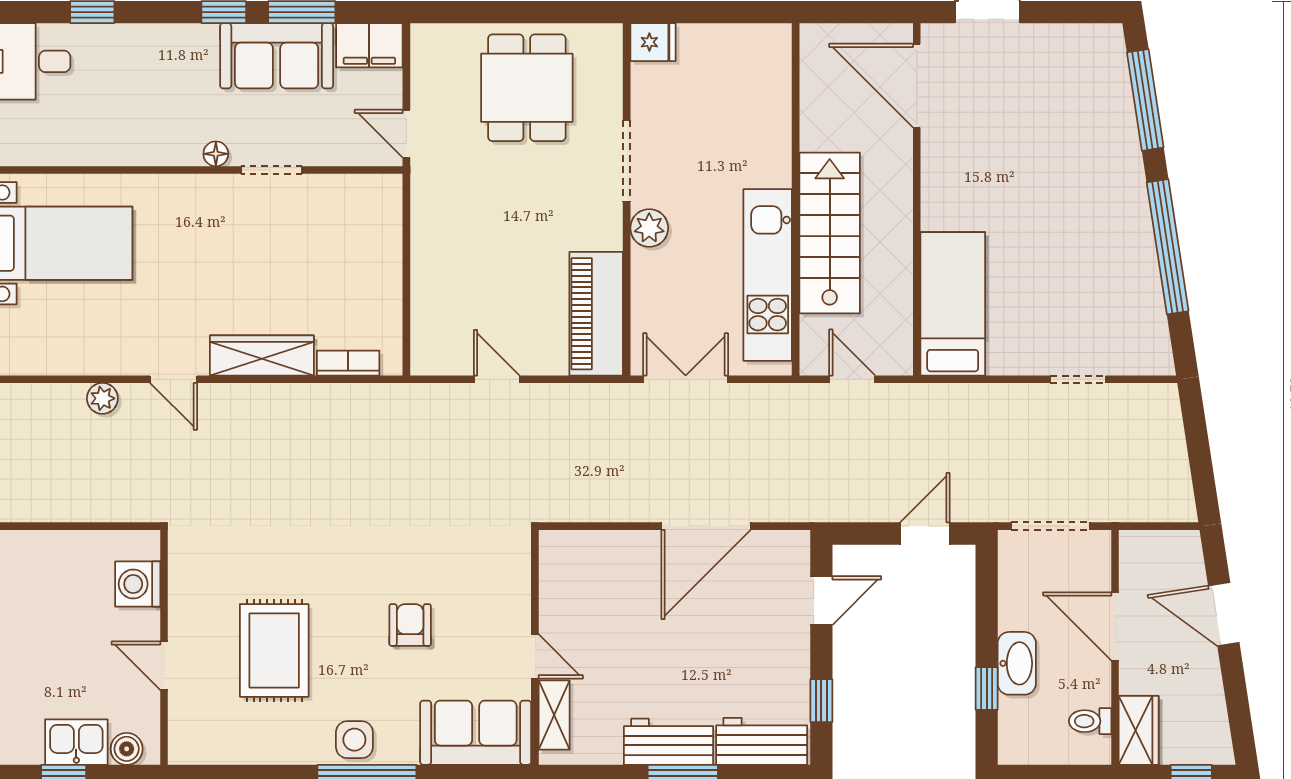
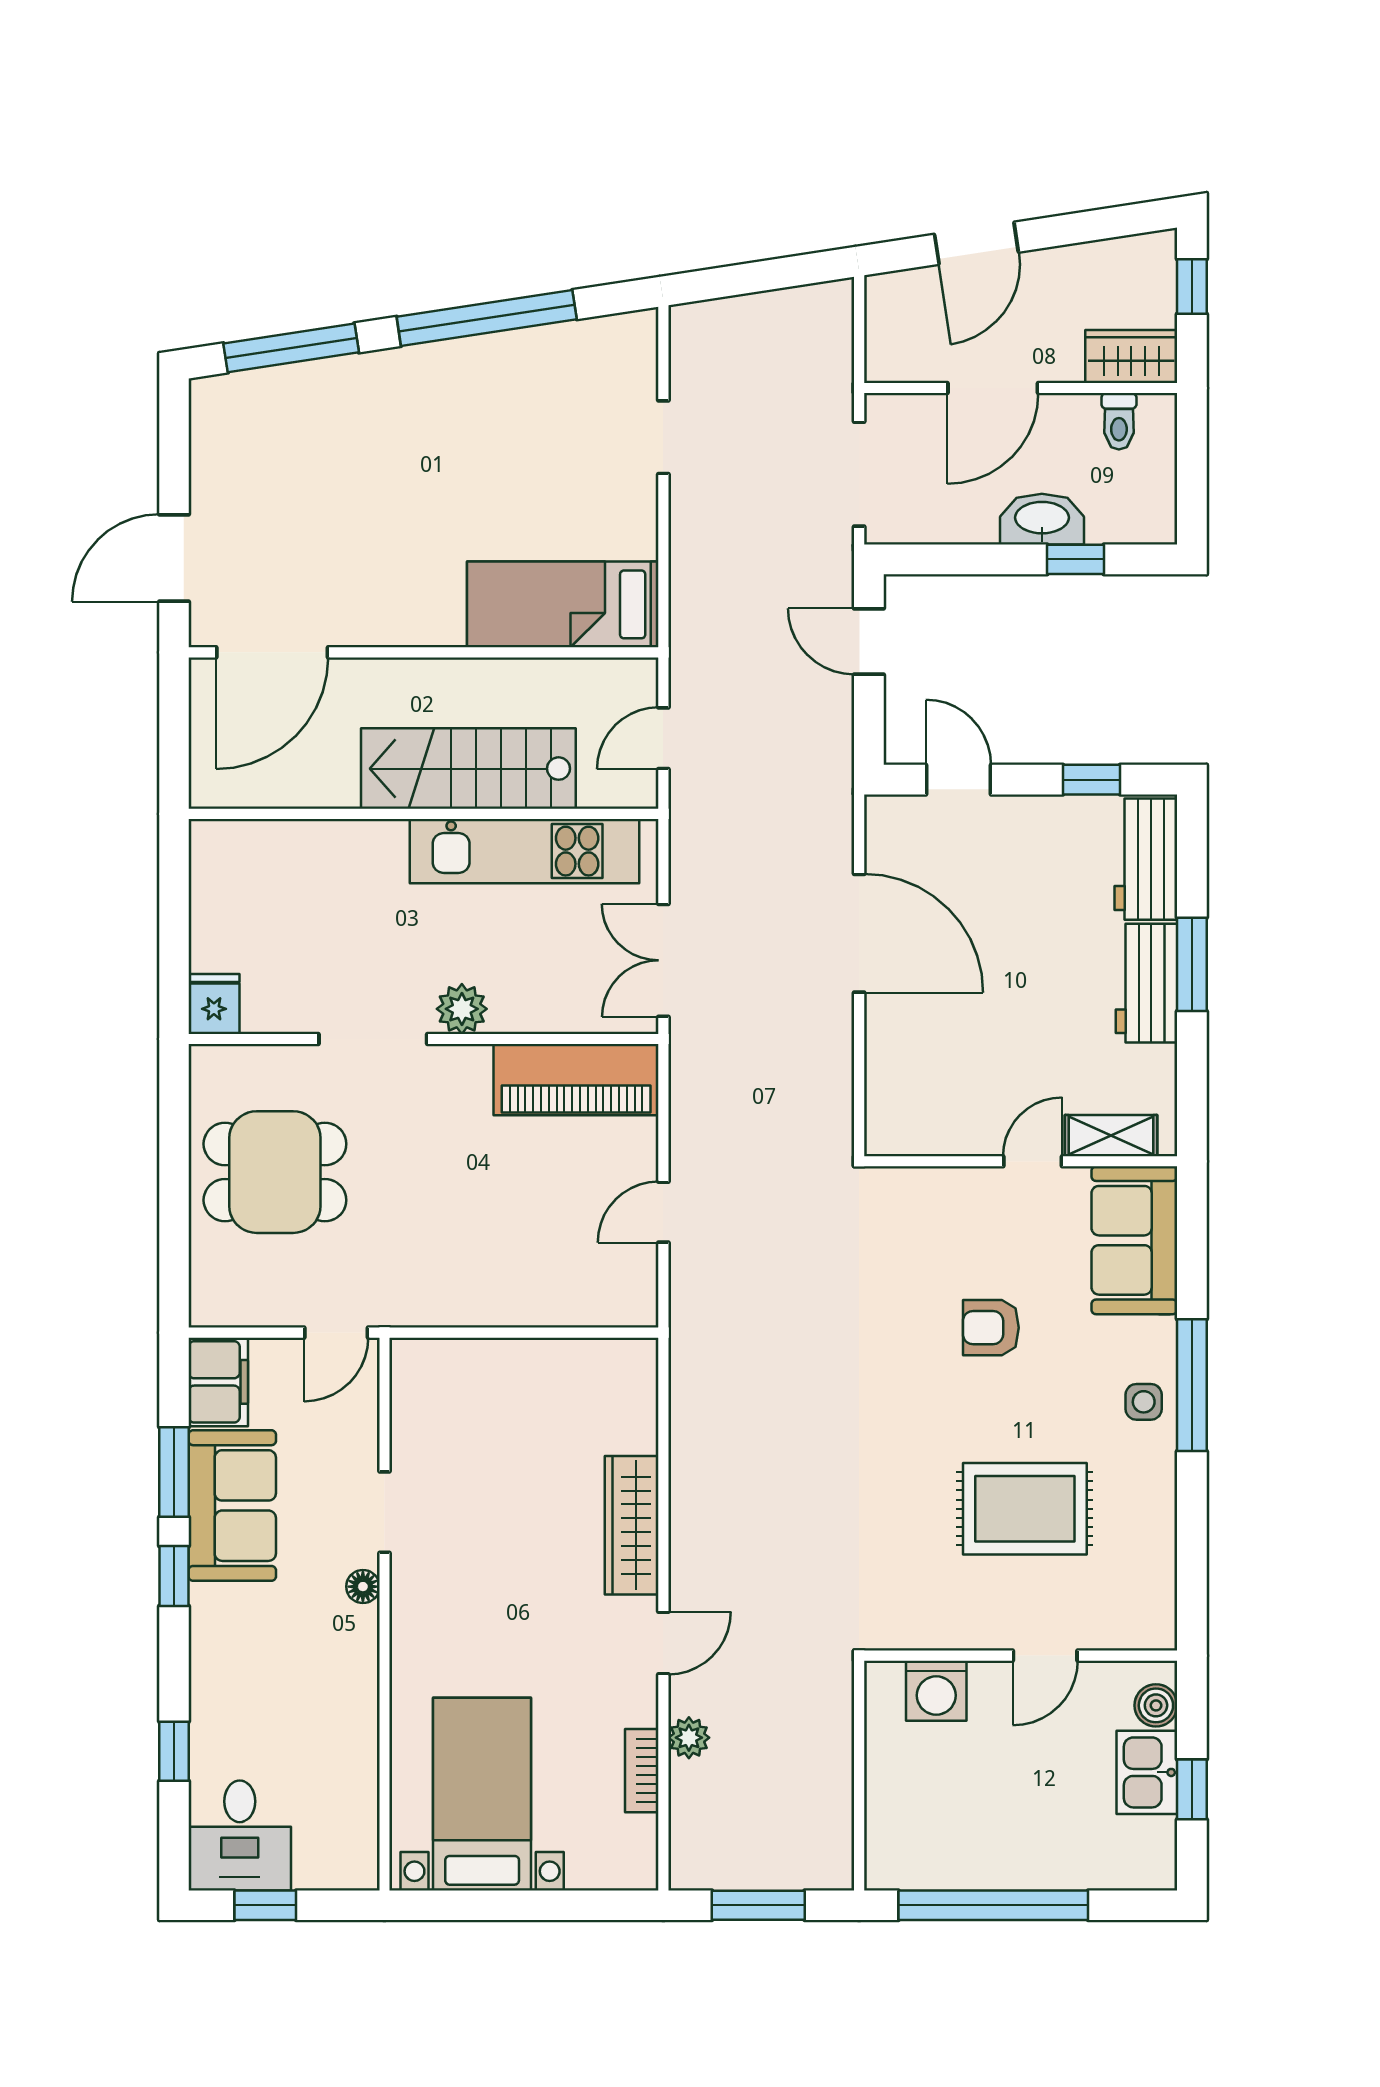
bookcase: (348, 363) -> (642, 1771), moved
side table: (354, 740) -> (1144, 1402), width x0.73, depth x0.73

